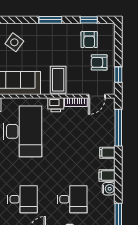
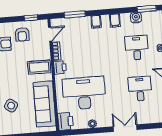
door: (97, 96) -> (50, 34), hinge flipped
window: (118, 128) -> (75, 14), width x0.69
water cooler: (109, 189) -> (136, 18), moved

